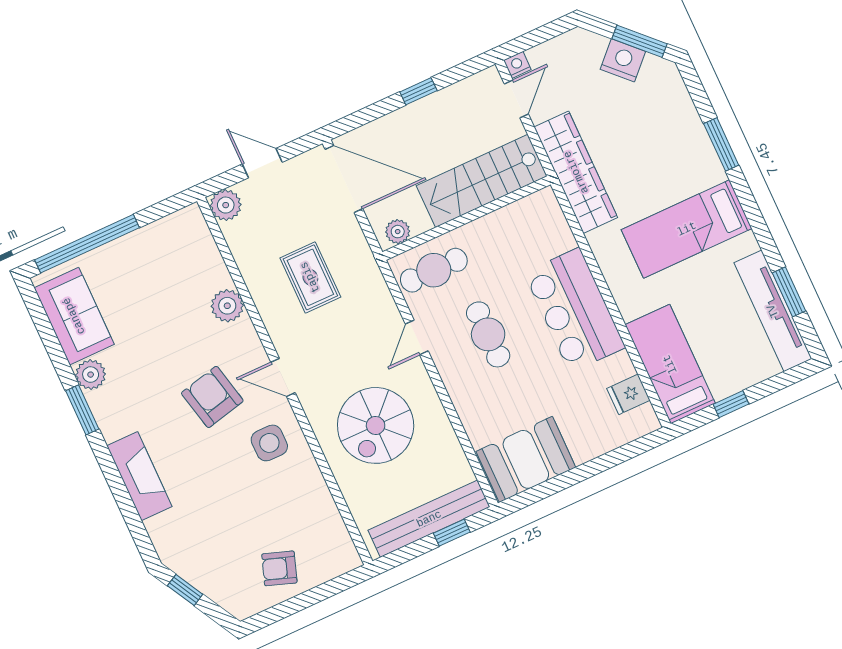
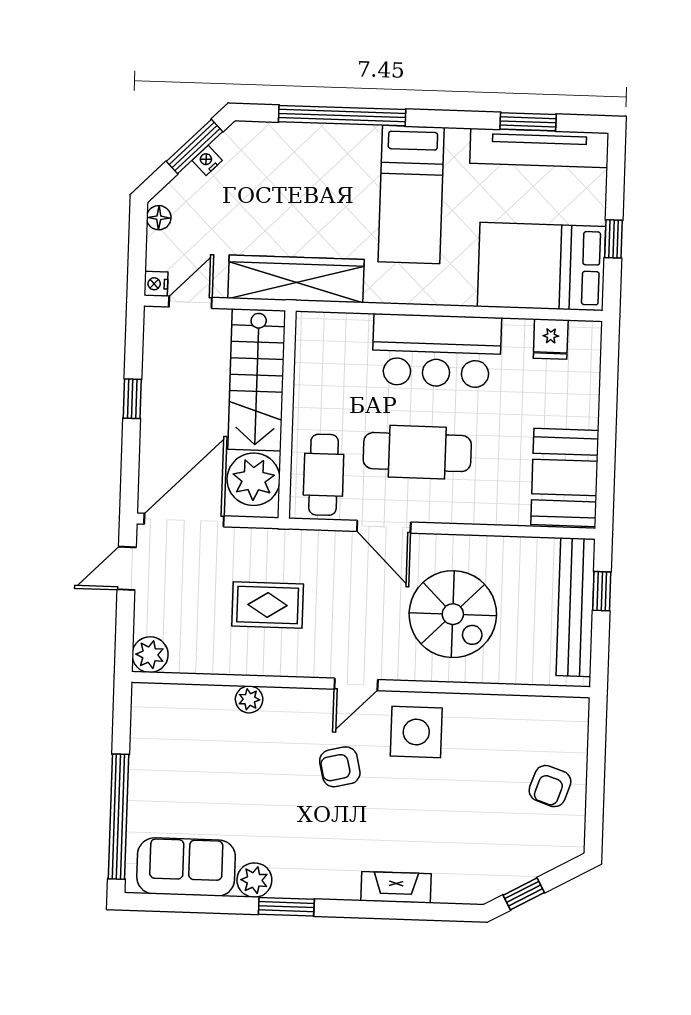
floor lamp: (570, 41) -> (159, 218), added
nightstand: (623, 60) -> (207, 160), width x0.53, depth x0.56
door: (516, 99) -> (190, 302), hinge flipped
window: (721, 144) -> (342, 116), width x2.11
door: (262, 163) -> (127, 568), moved
plant: (398, 232) -> (254, 479), width x1.88, depth x1.88
plant: (227, 306) -> (249, 699), width x0.73, depth x0.73
cafe table: (488, 334) -> (417, 452), width x1.37, depth x1.35
door: (417, 337) -> (384, 527), width x1.38
bed: (670, 364) -> (541, 267), width x1.50
armchair: (212, 397) -> (340, 767), width x0.72, depth x0.72
side table: (269, 443) -> (416, 732), width x1.37, depth x1.37
fireplace: (139, 476) -> (396, 887), width x0.73, depth x0.76

